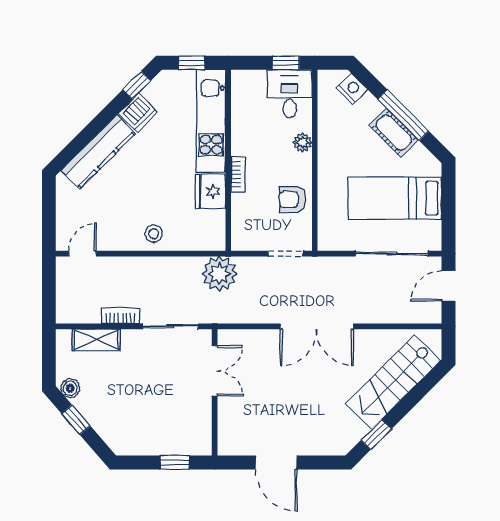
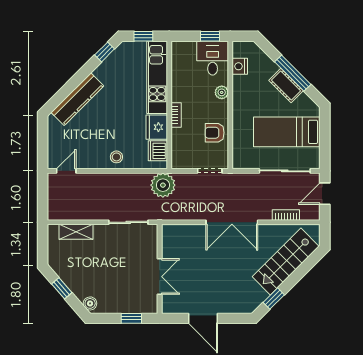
nightstand: (352, 89) -> (240, 66), moved, turned -135
dishwasher: (138, 113) -> (158, 151), moved, turned 135
bookcase: (120, 316) -> (286, 215), moved
double door: (215, 371) -> (160, 277), moved
boiler: (70, 388) -> (90, 303), moved

